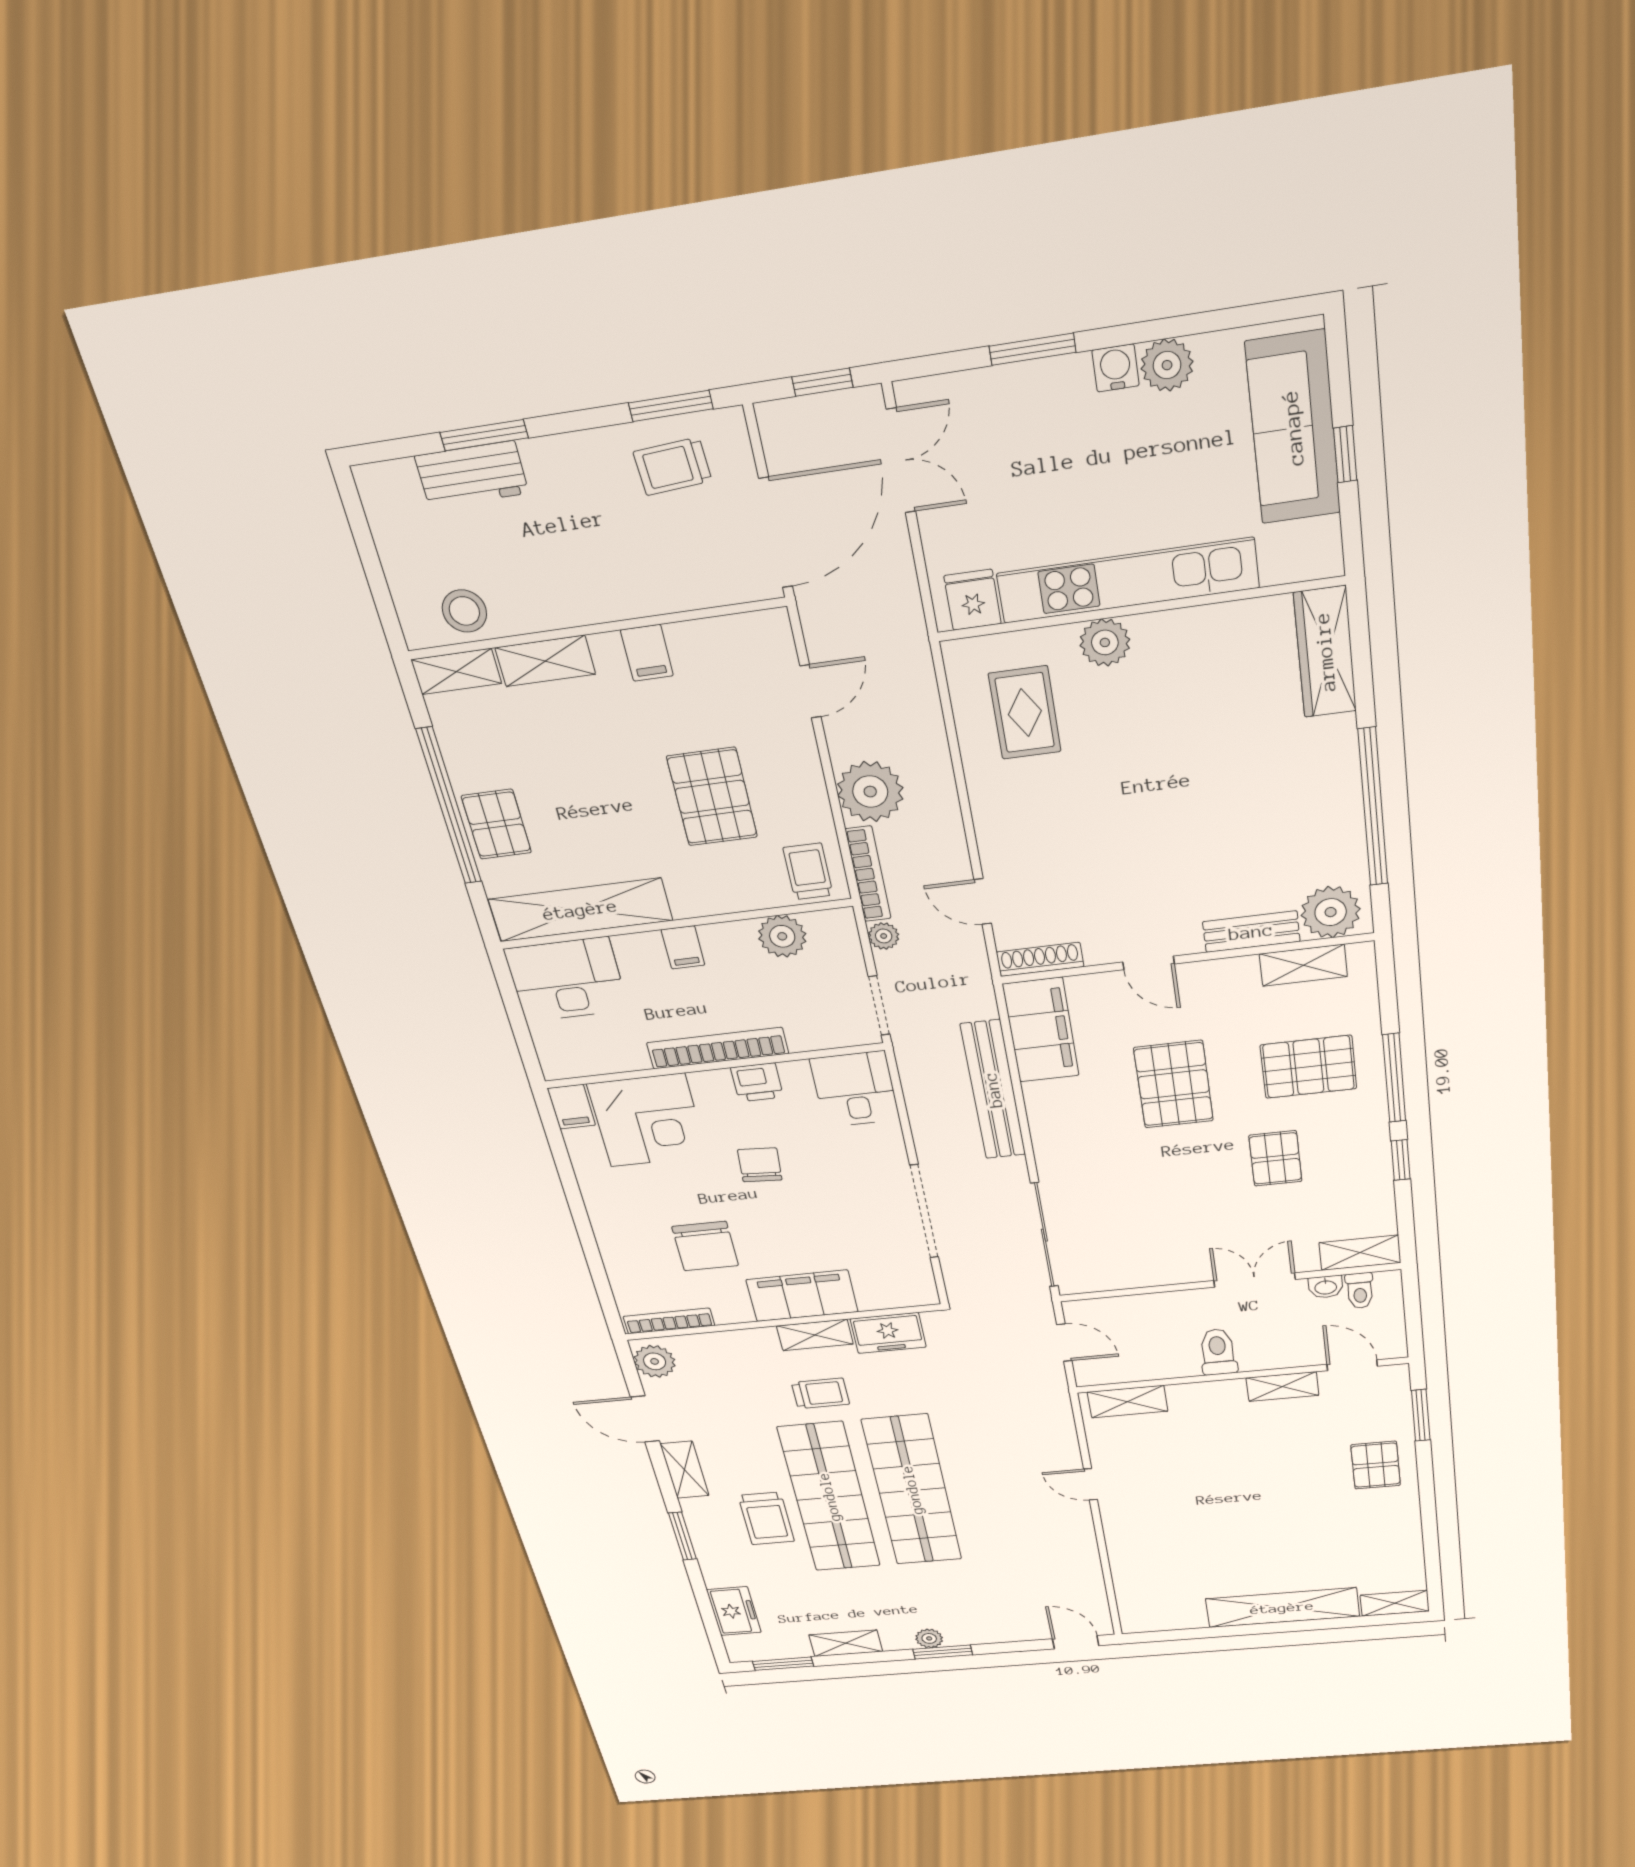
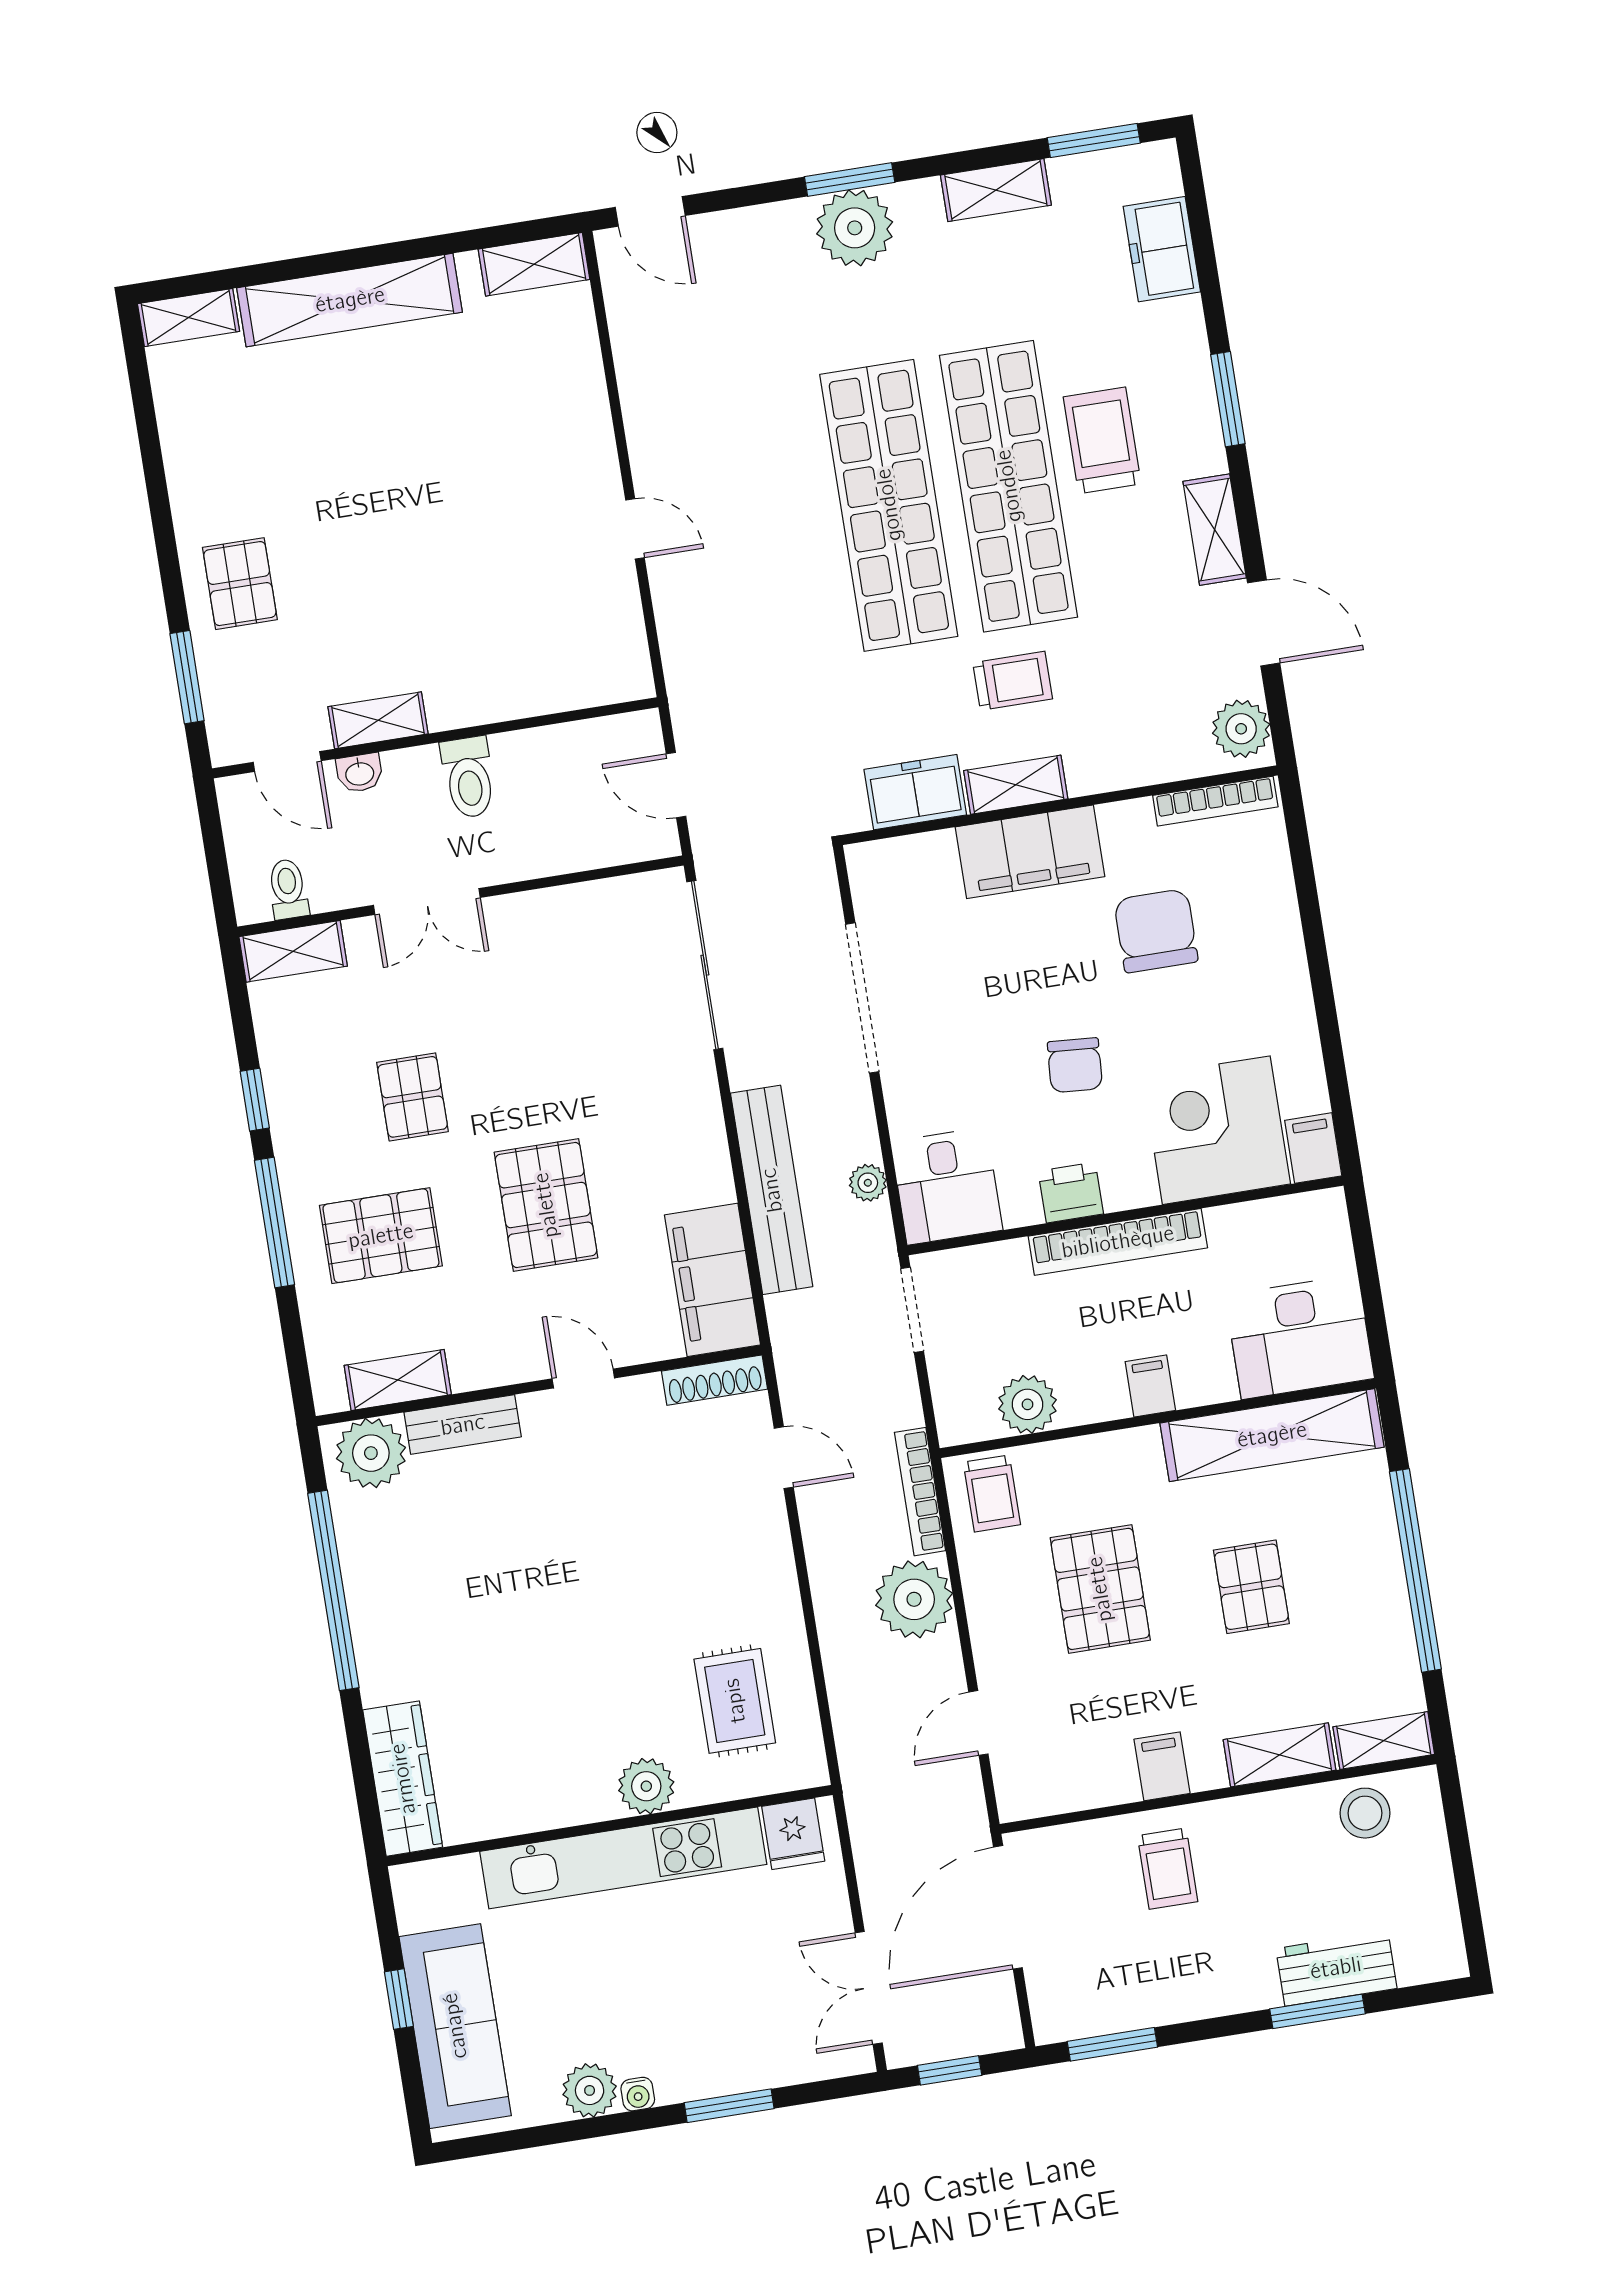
water cooler: (1116, 368) -> (638, 2094), width x0.72, depth x0.72
trolley: (673, 466) -> (1168, 1869), moved, turned 94
pallet: (496, 824) -> (1251, 1587), moved
plant: (884, 936) -> (868, 1183), moved
washbasin: (1326, 1287) -> (360, 773), moved, turned 180
trolley: (820, 1393) -> (1013, 681), turned 180
shelving: (1128, 1402) -> (534, 264), moved
plant: (929, 1638) -> (855, 228), width x1.88, depth x1.88

